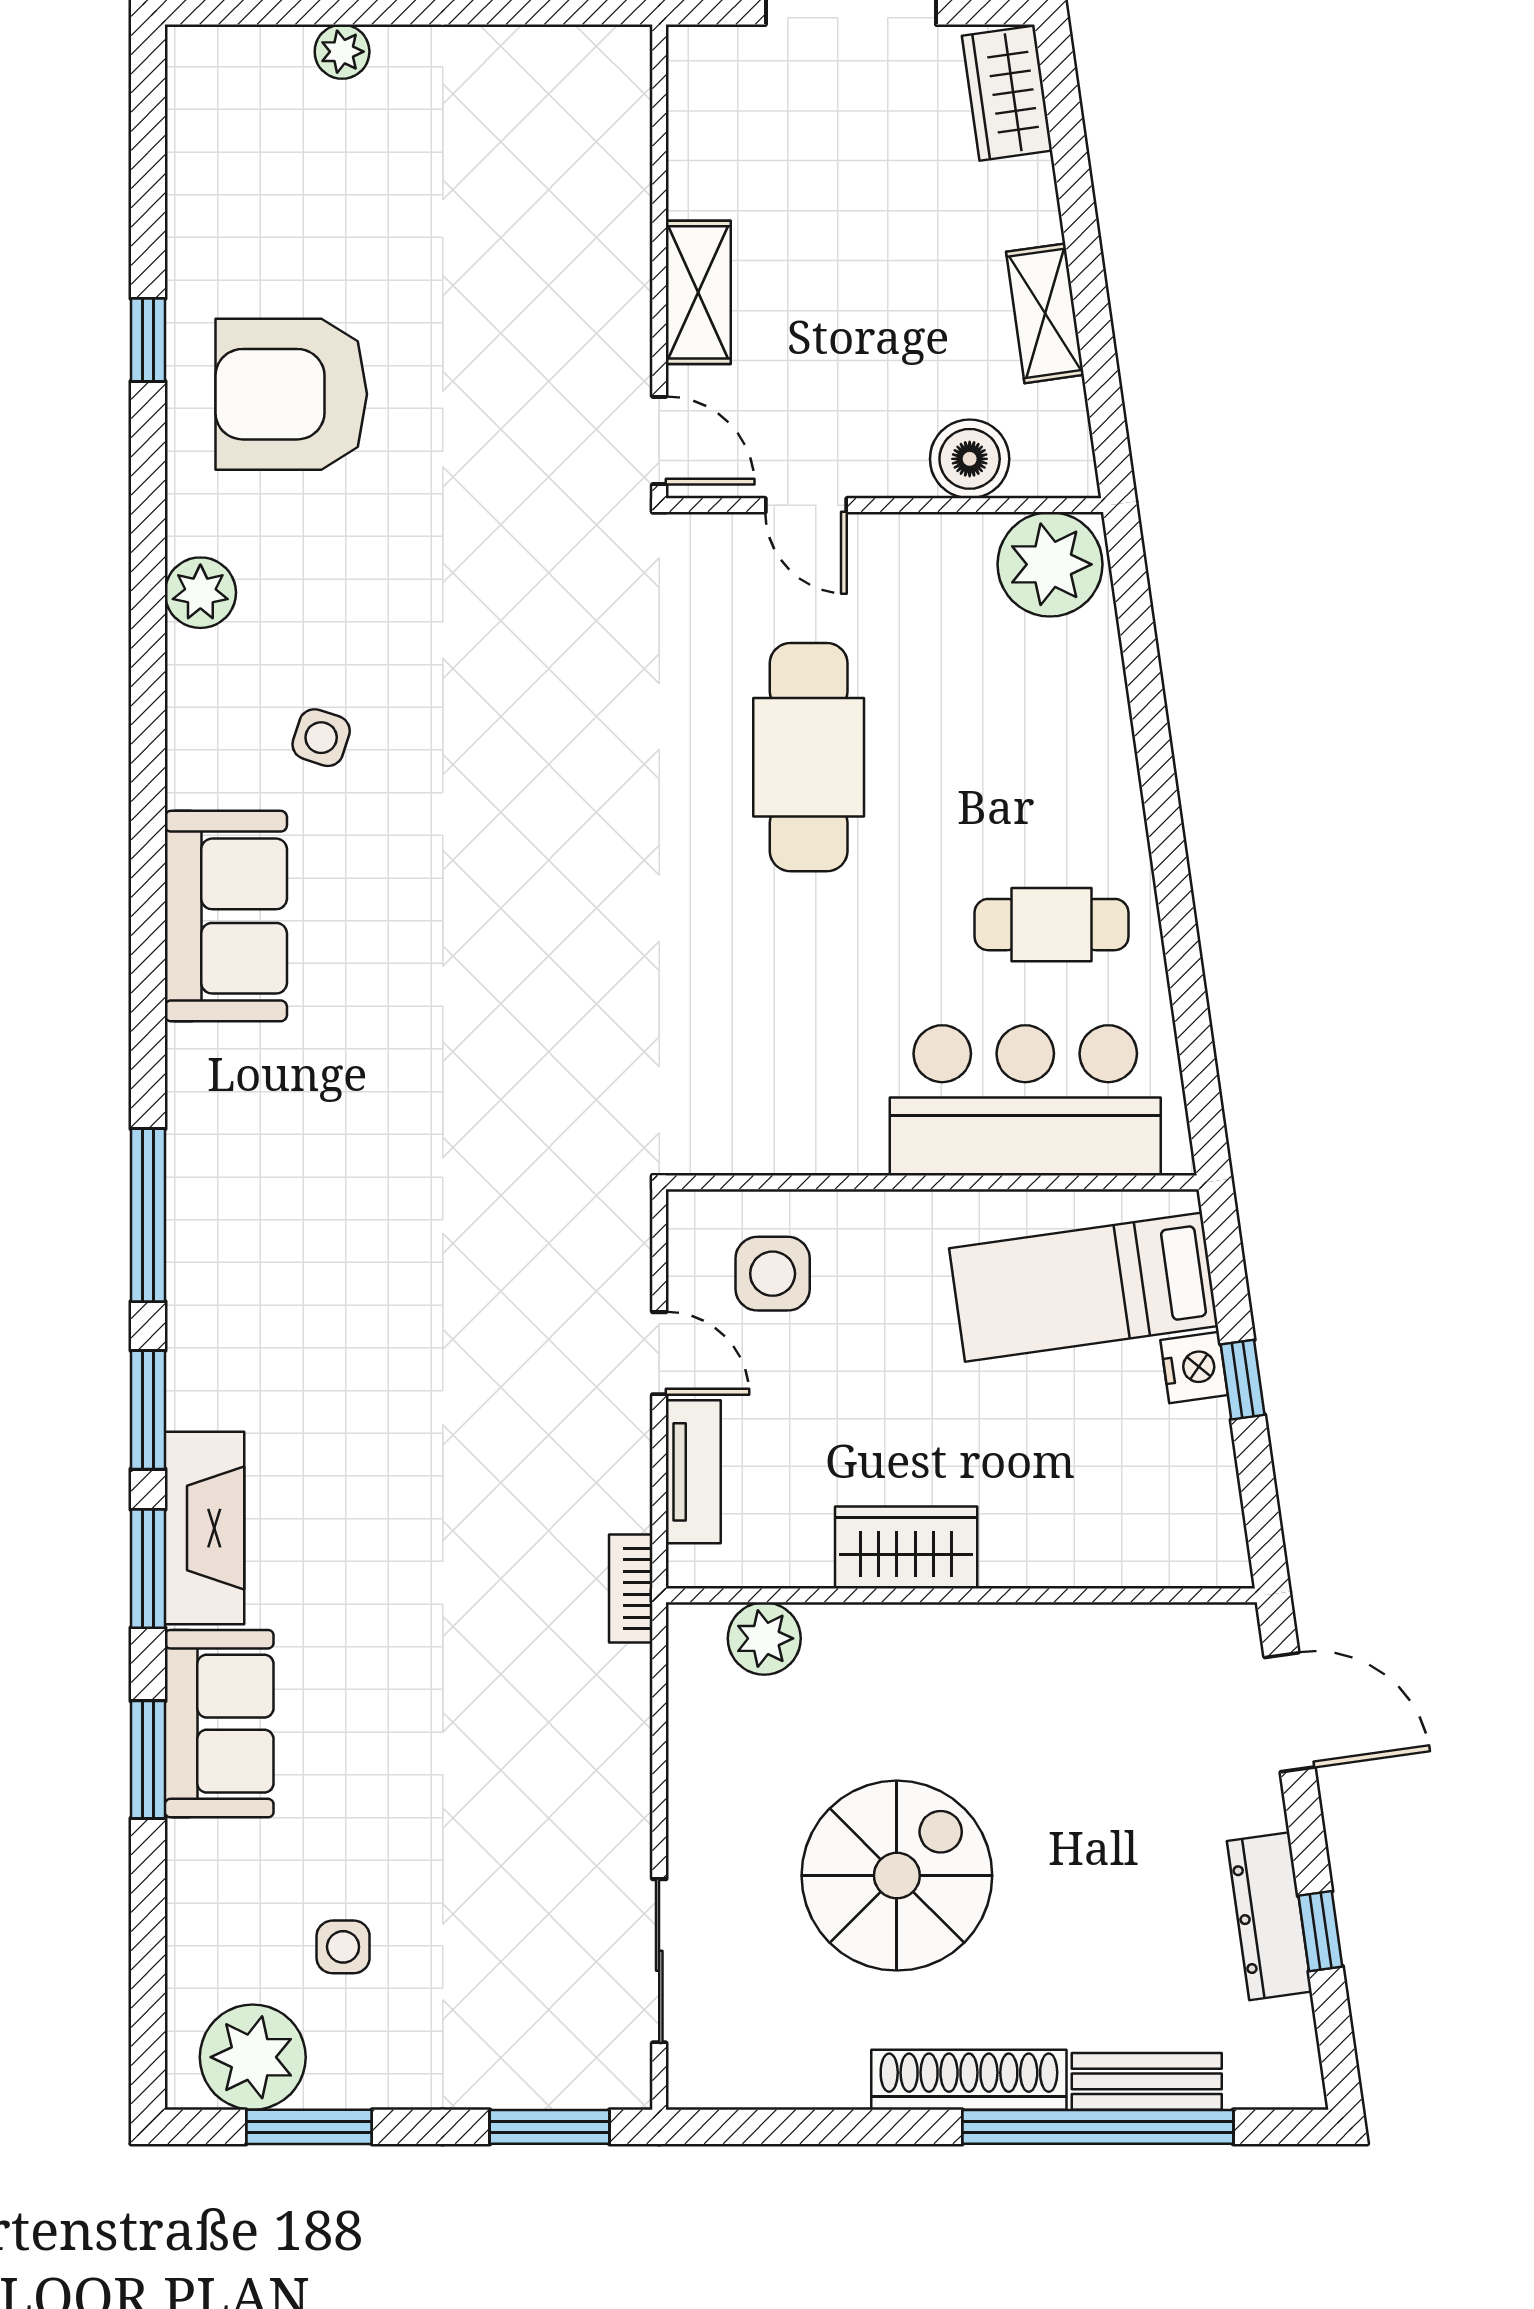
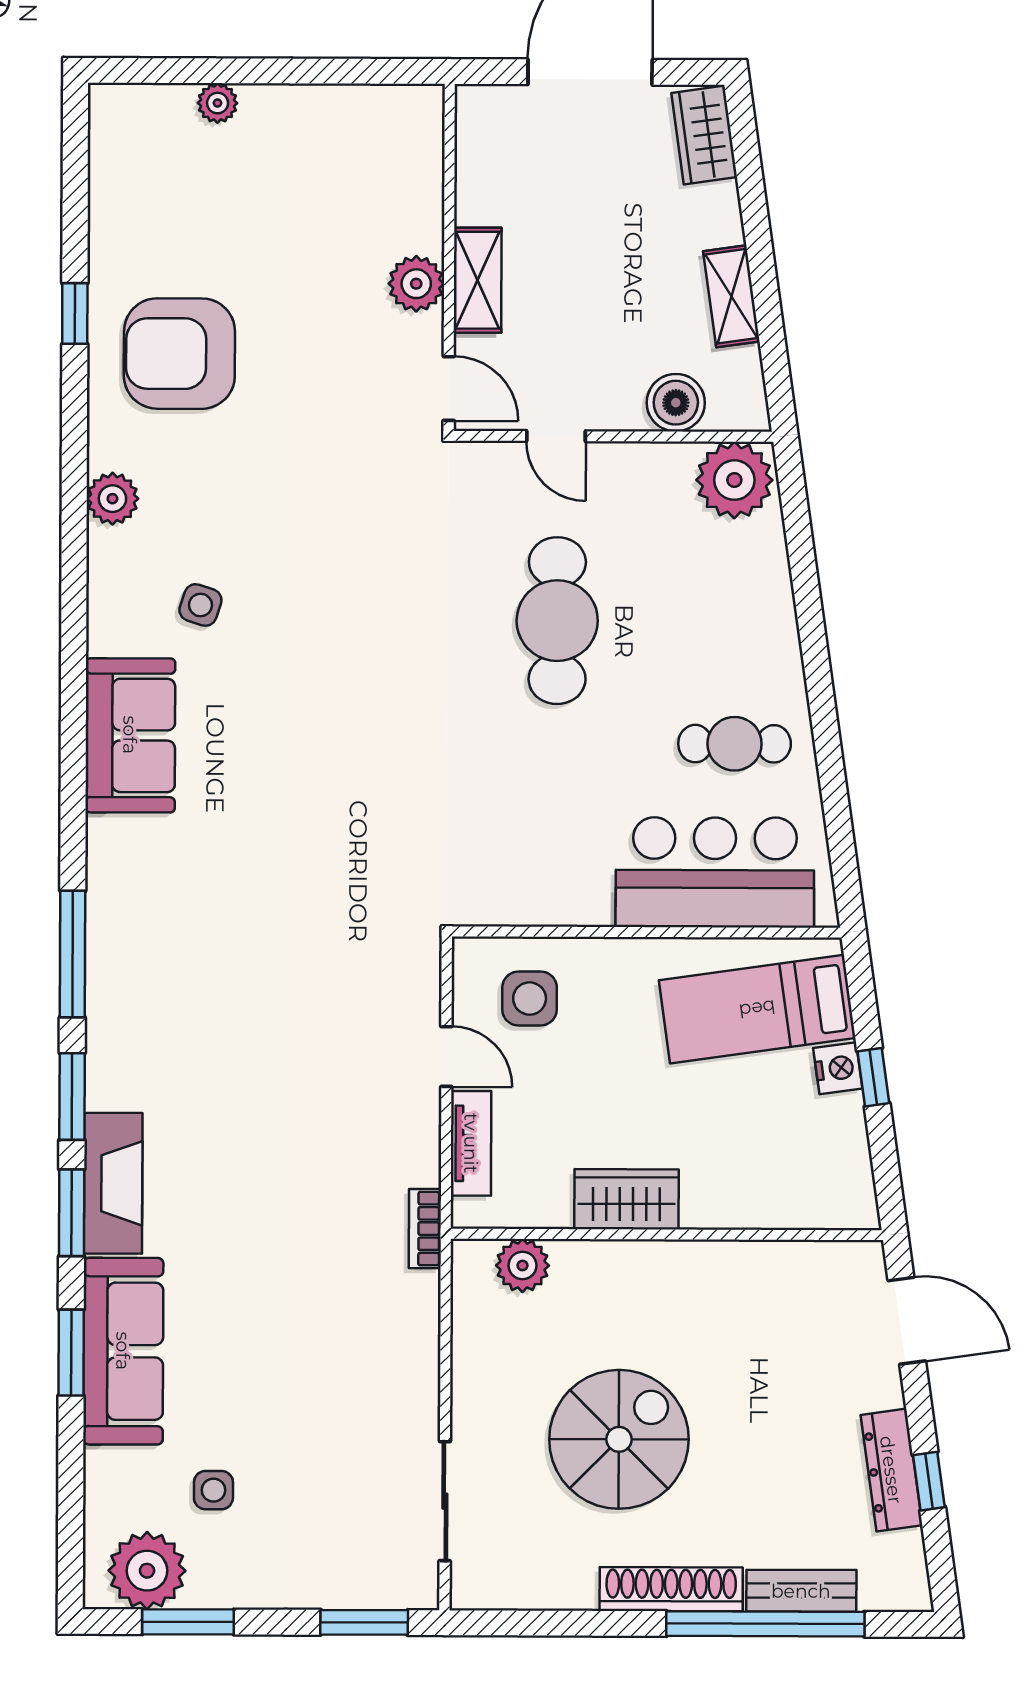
plant: (614, 298) -> (416, 284), added
sofa: (219, 1724) -> (123, 1351), width x1.36

